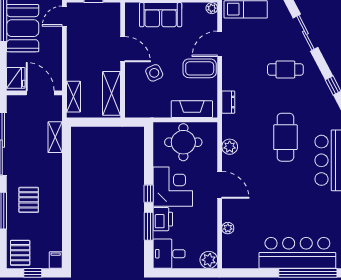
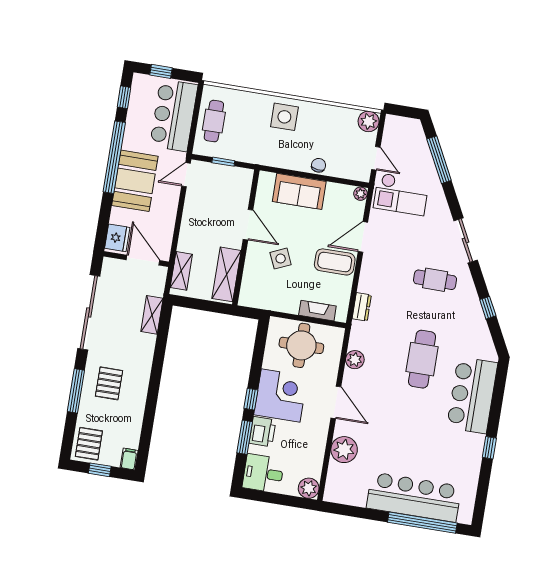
fireplace: (192, 109) -> (317, 311), width x0.73, depth x0.76
plant: (228, 228) -> (344, 450), width x1.88, depth x1.88

